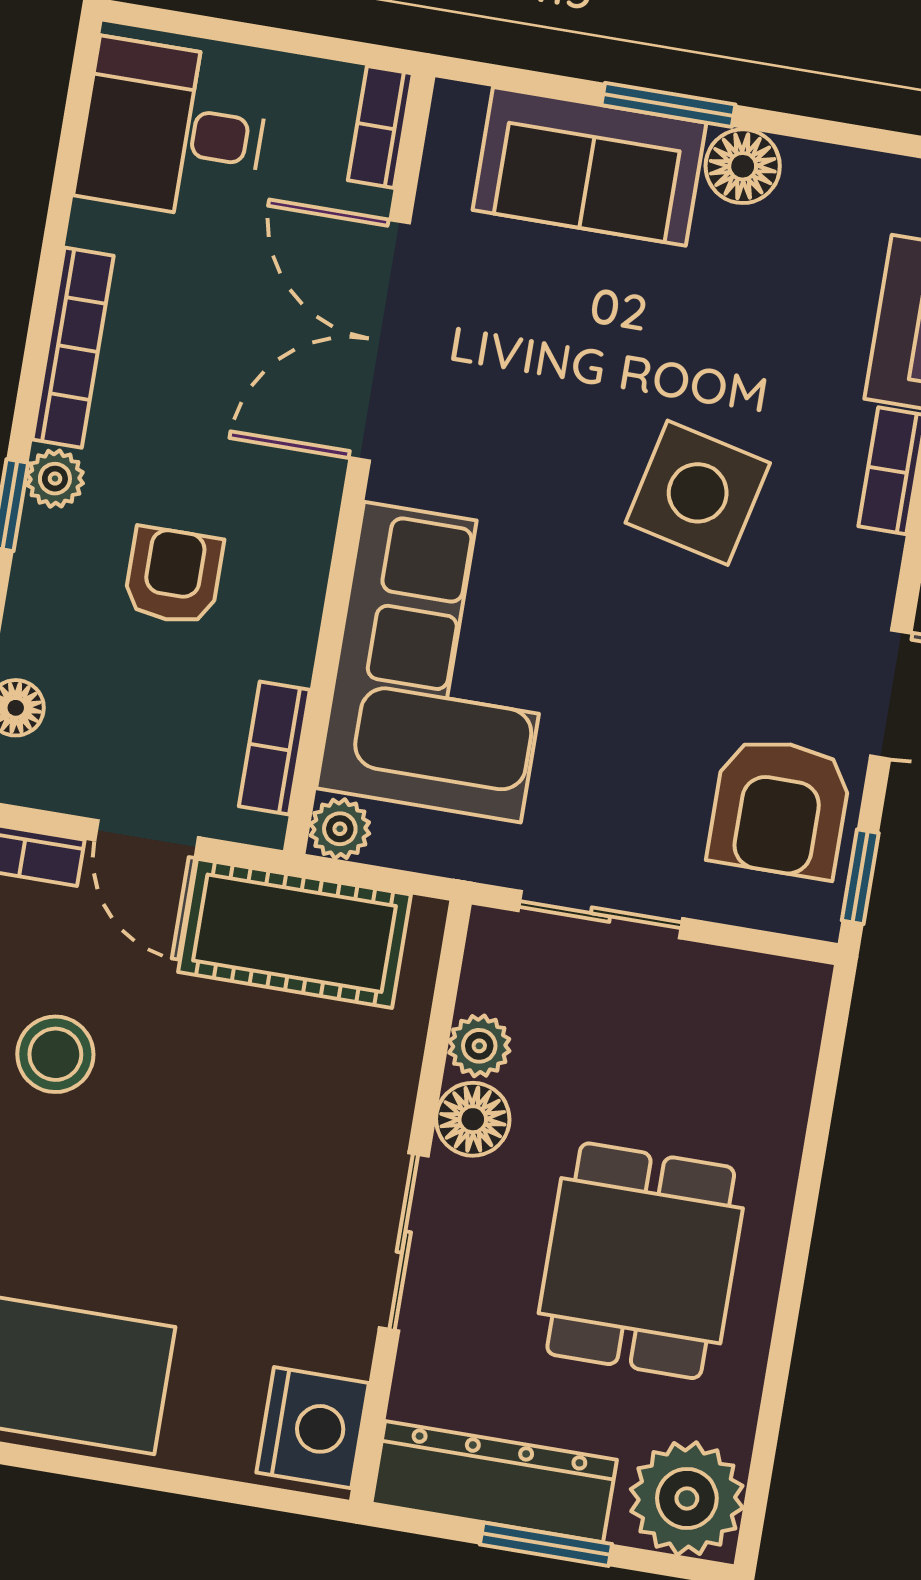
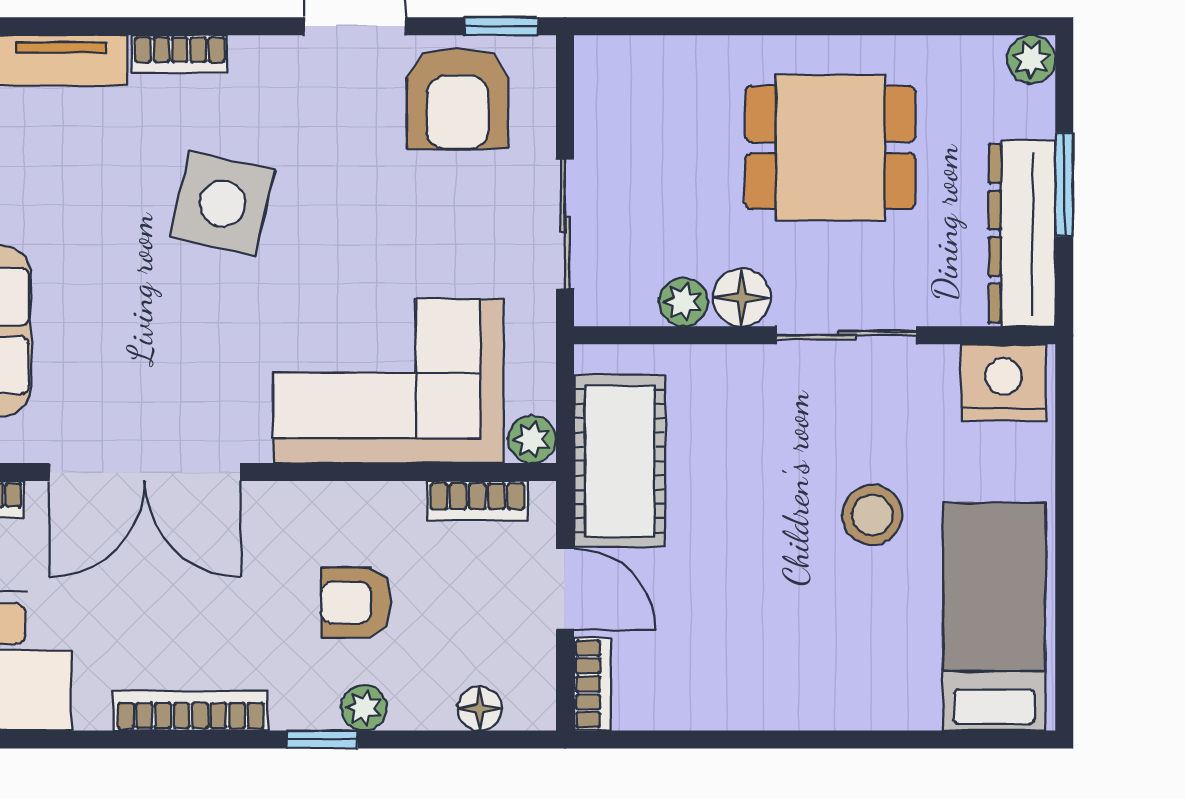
plant: (55, 479) -> (364, 708), moved
armchair: (780, 808) -> (458, 98), turned 90
door: (147, 839) -> (565, 589), hinge flipped
stool: (55, 1054) -> (872, 515), moved
plant: (687, 1498) -> (1031, 59), width x0.53, depth x0.53

